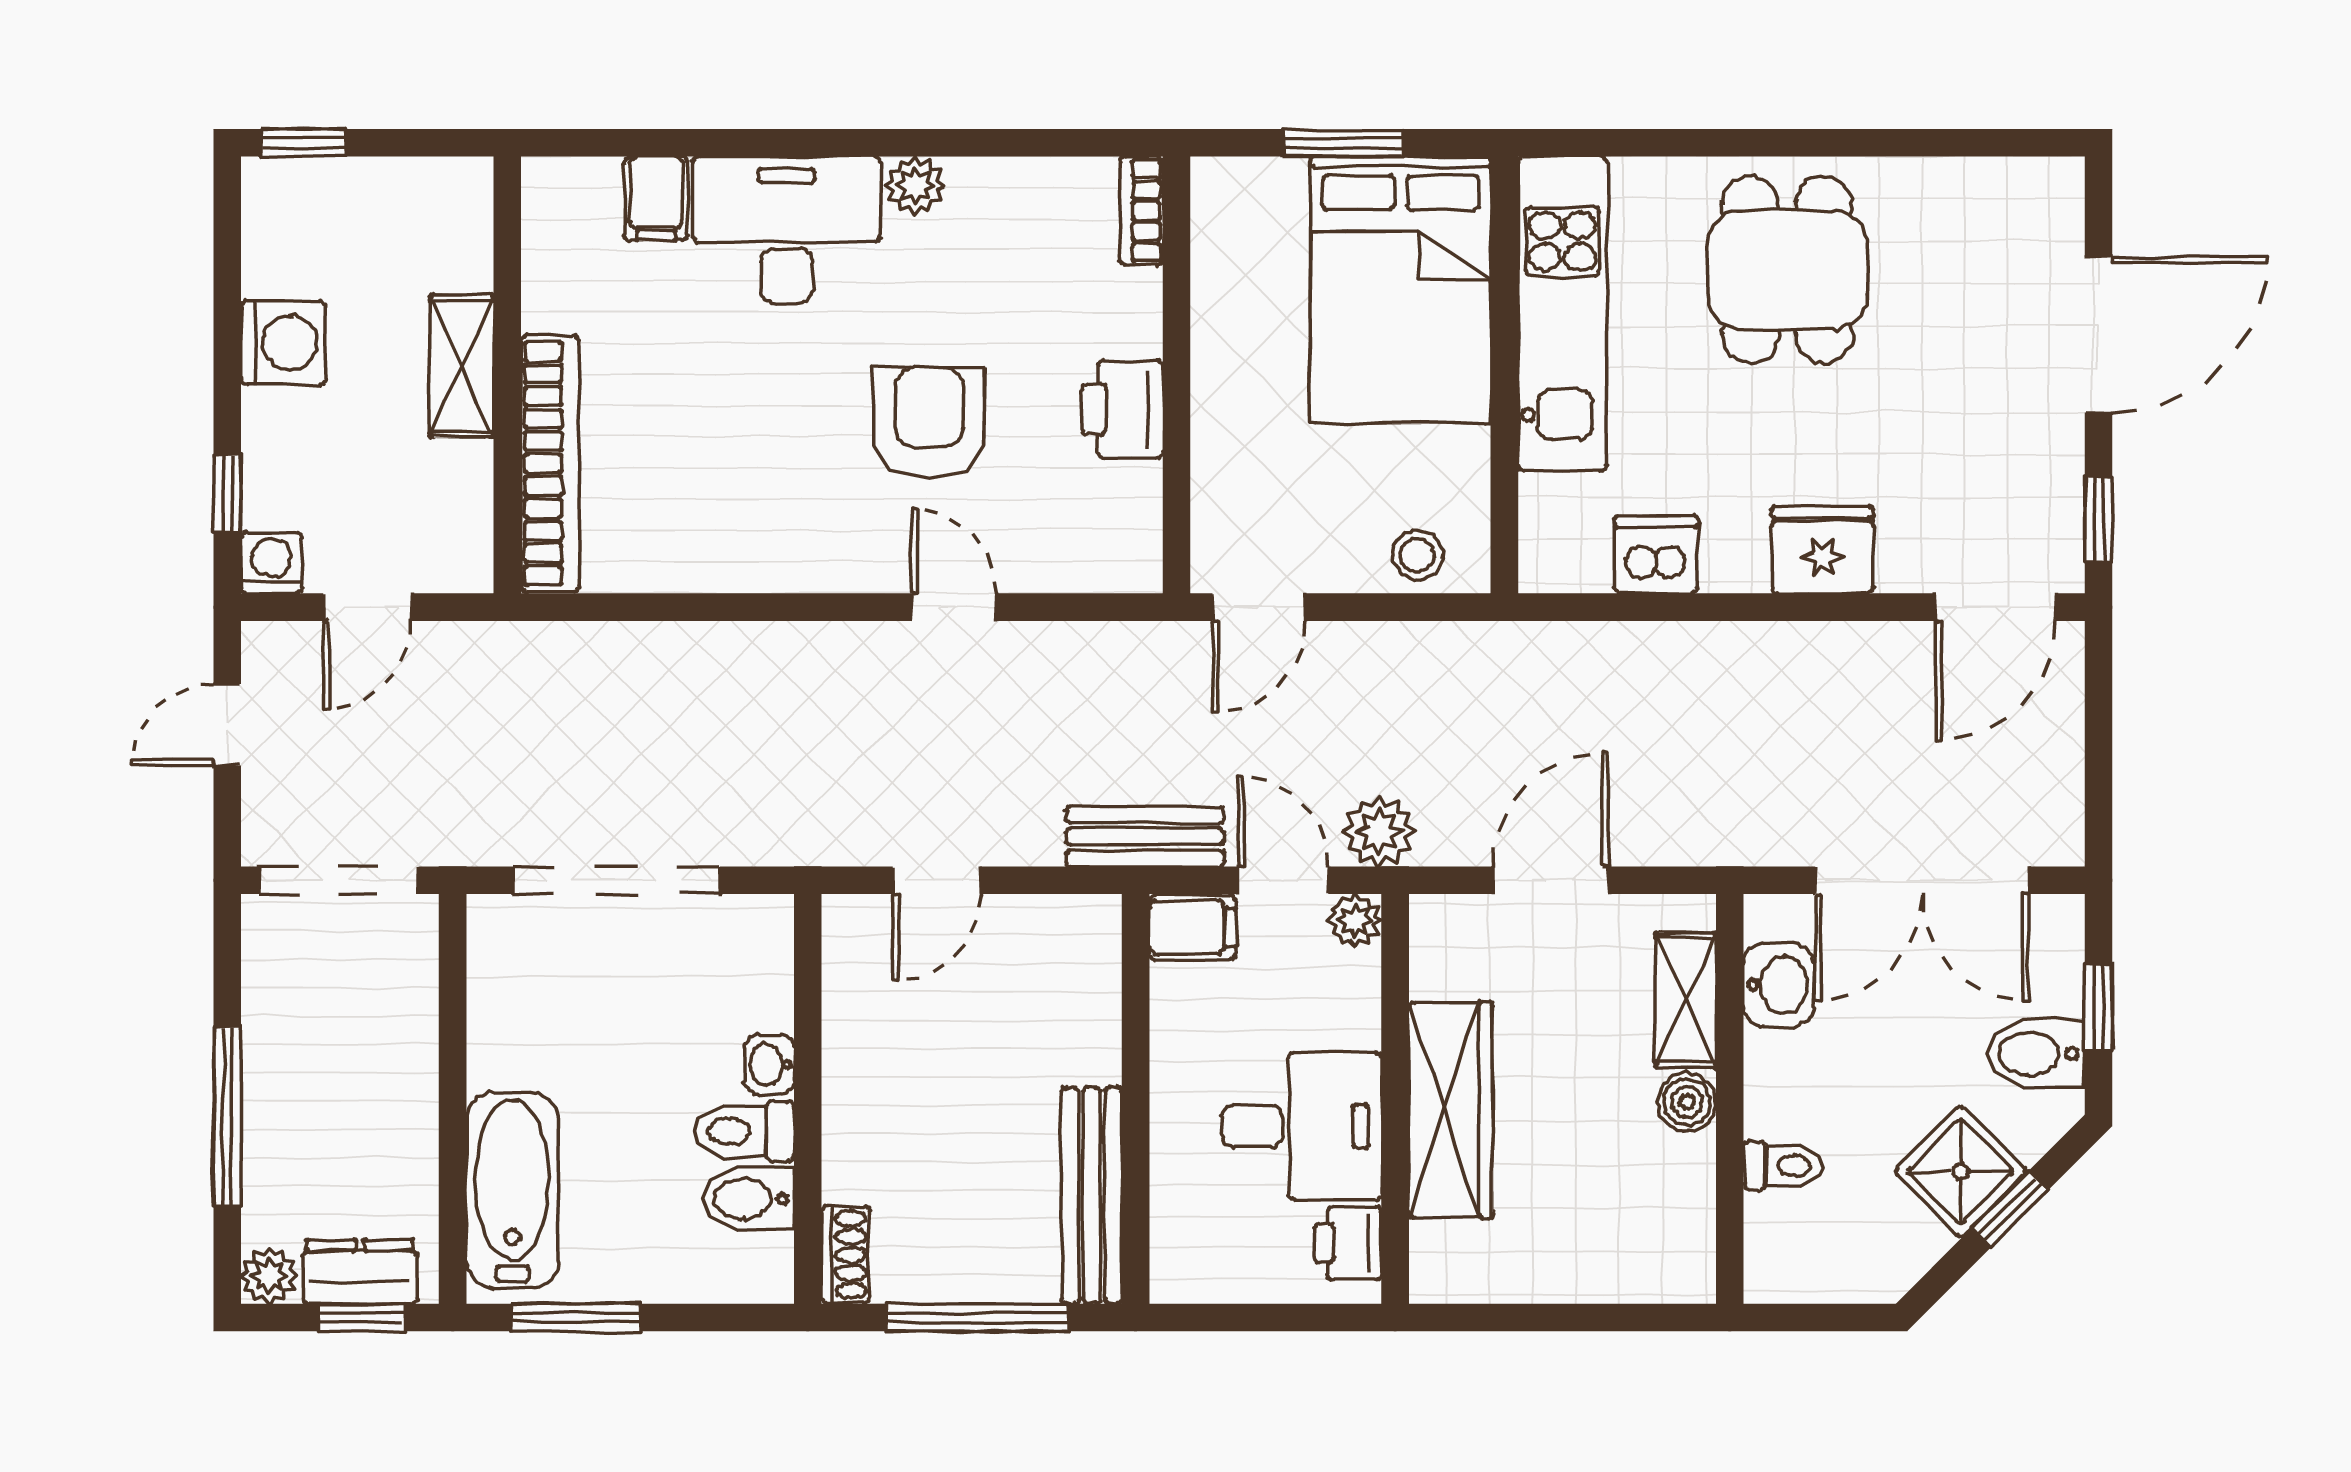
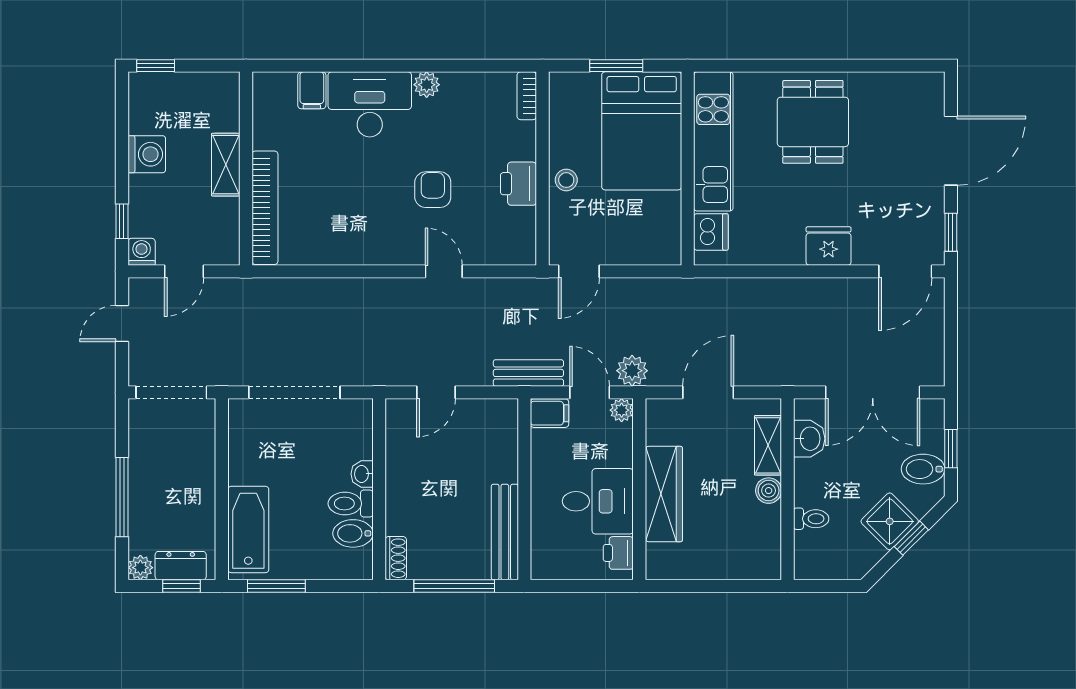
armchair: (929, 423) -> (433, 190), width x0.72, depth x0.72
stool: (1417, 555) -> (566, 180), moved
dishwasher: (1656, 555) -> (711, 232), moved, turned 90

